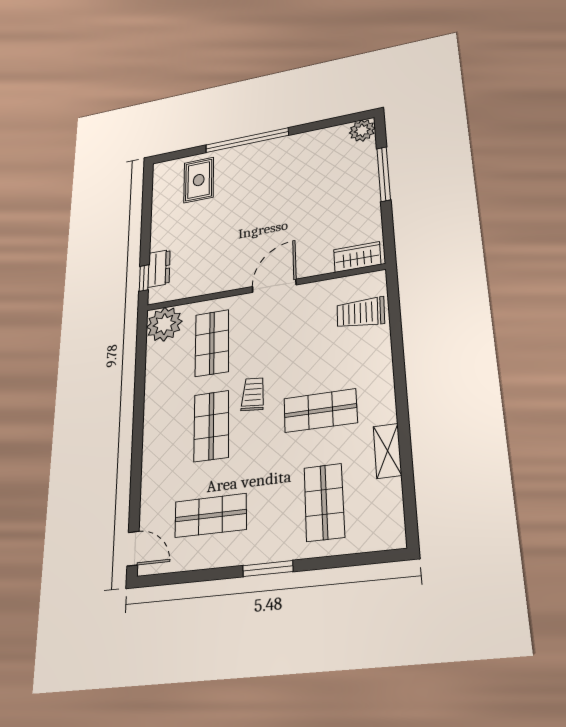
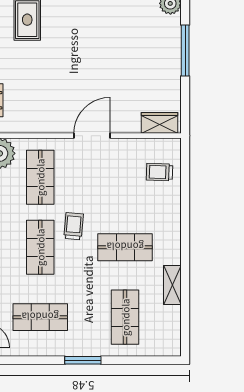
trolley: (361, 313) -> (159, 172), width x0.73, depth x0.72

